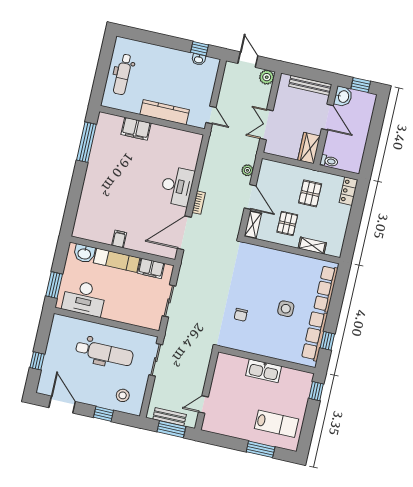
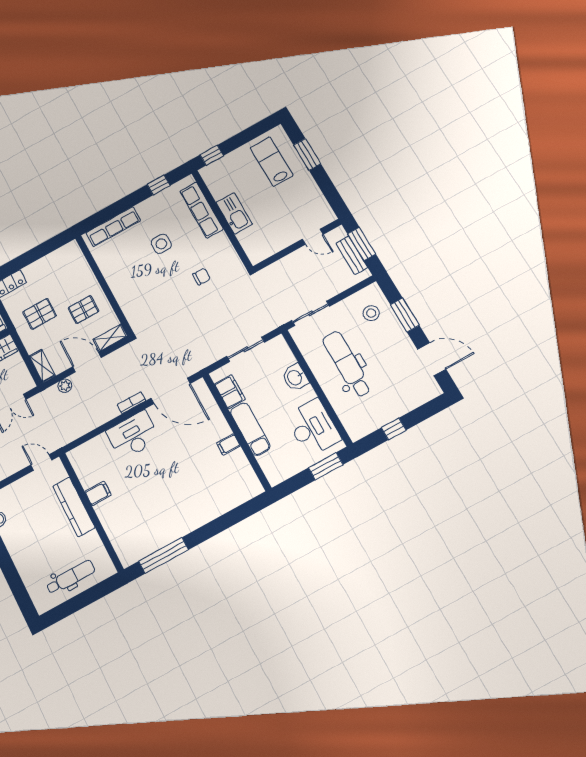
door: (211, 115) -> (41, 462), hinge flipped
filing cabinet: (136, 129) -> (98, 493), moved, width x0.50
door: (250, 197) -> (87, 362), hinge flipped
shelving: (312, 246) -> (42, 366), moved
washbasin: (84, 253) -> (295, 377), moved, turned 180
row of seats: (315, 336) -> (202, 210), moved, turned 90
window: (37, 361) -> (394, 429), moved
door: (62, 405) -> (432, 359), swing flipped
window: (103, 414) -> (405, 315), width x1.50

